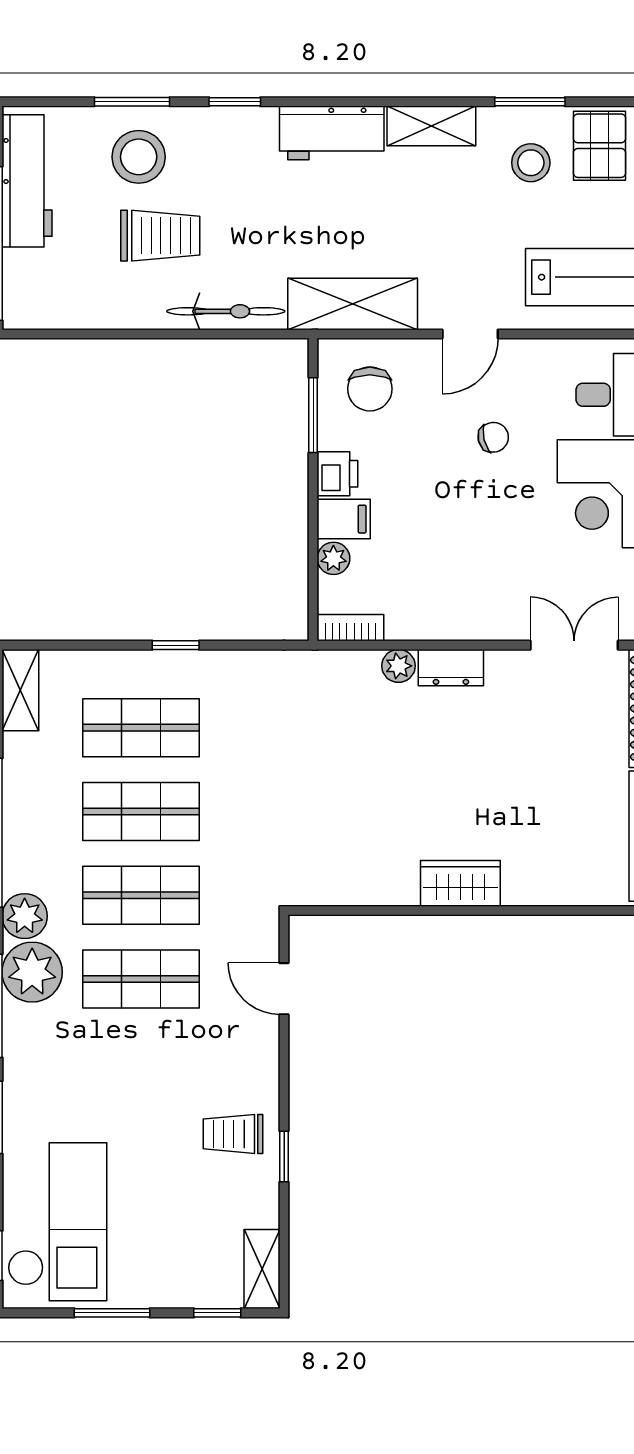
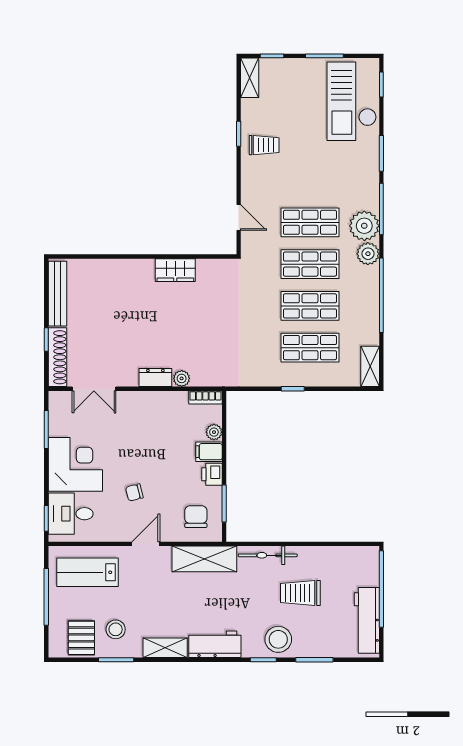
stool: (139, 157) -> (278, 639), moved
wardrobe: (460, 883) -> (175, 270), moved

